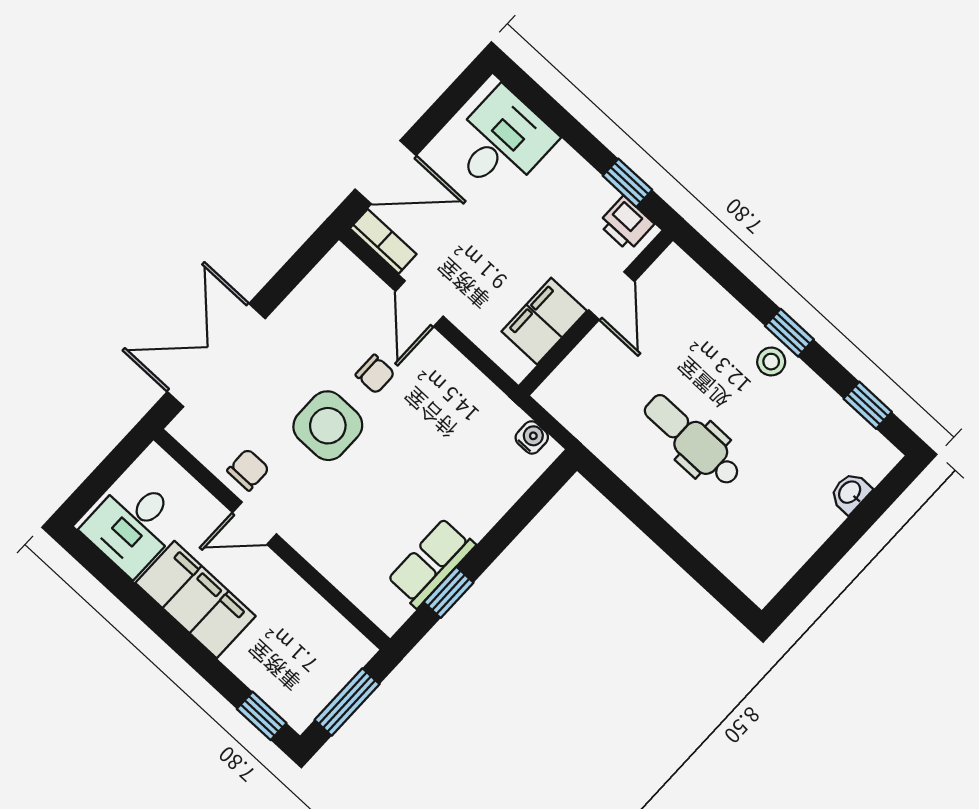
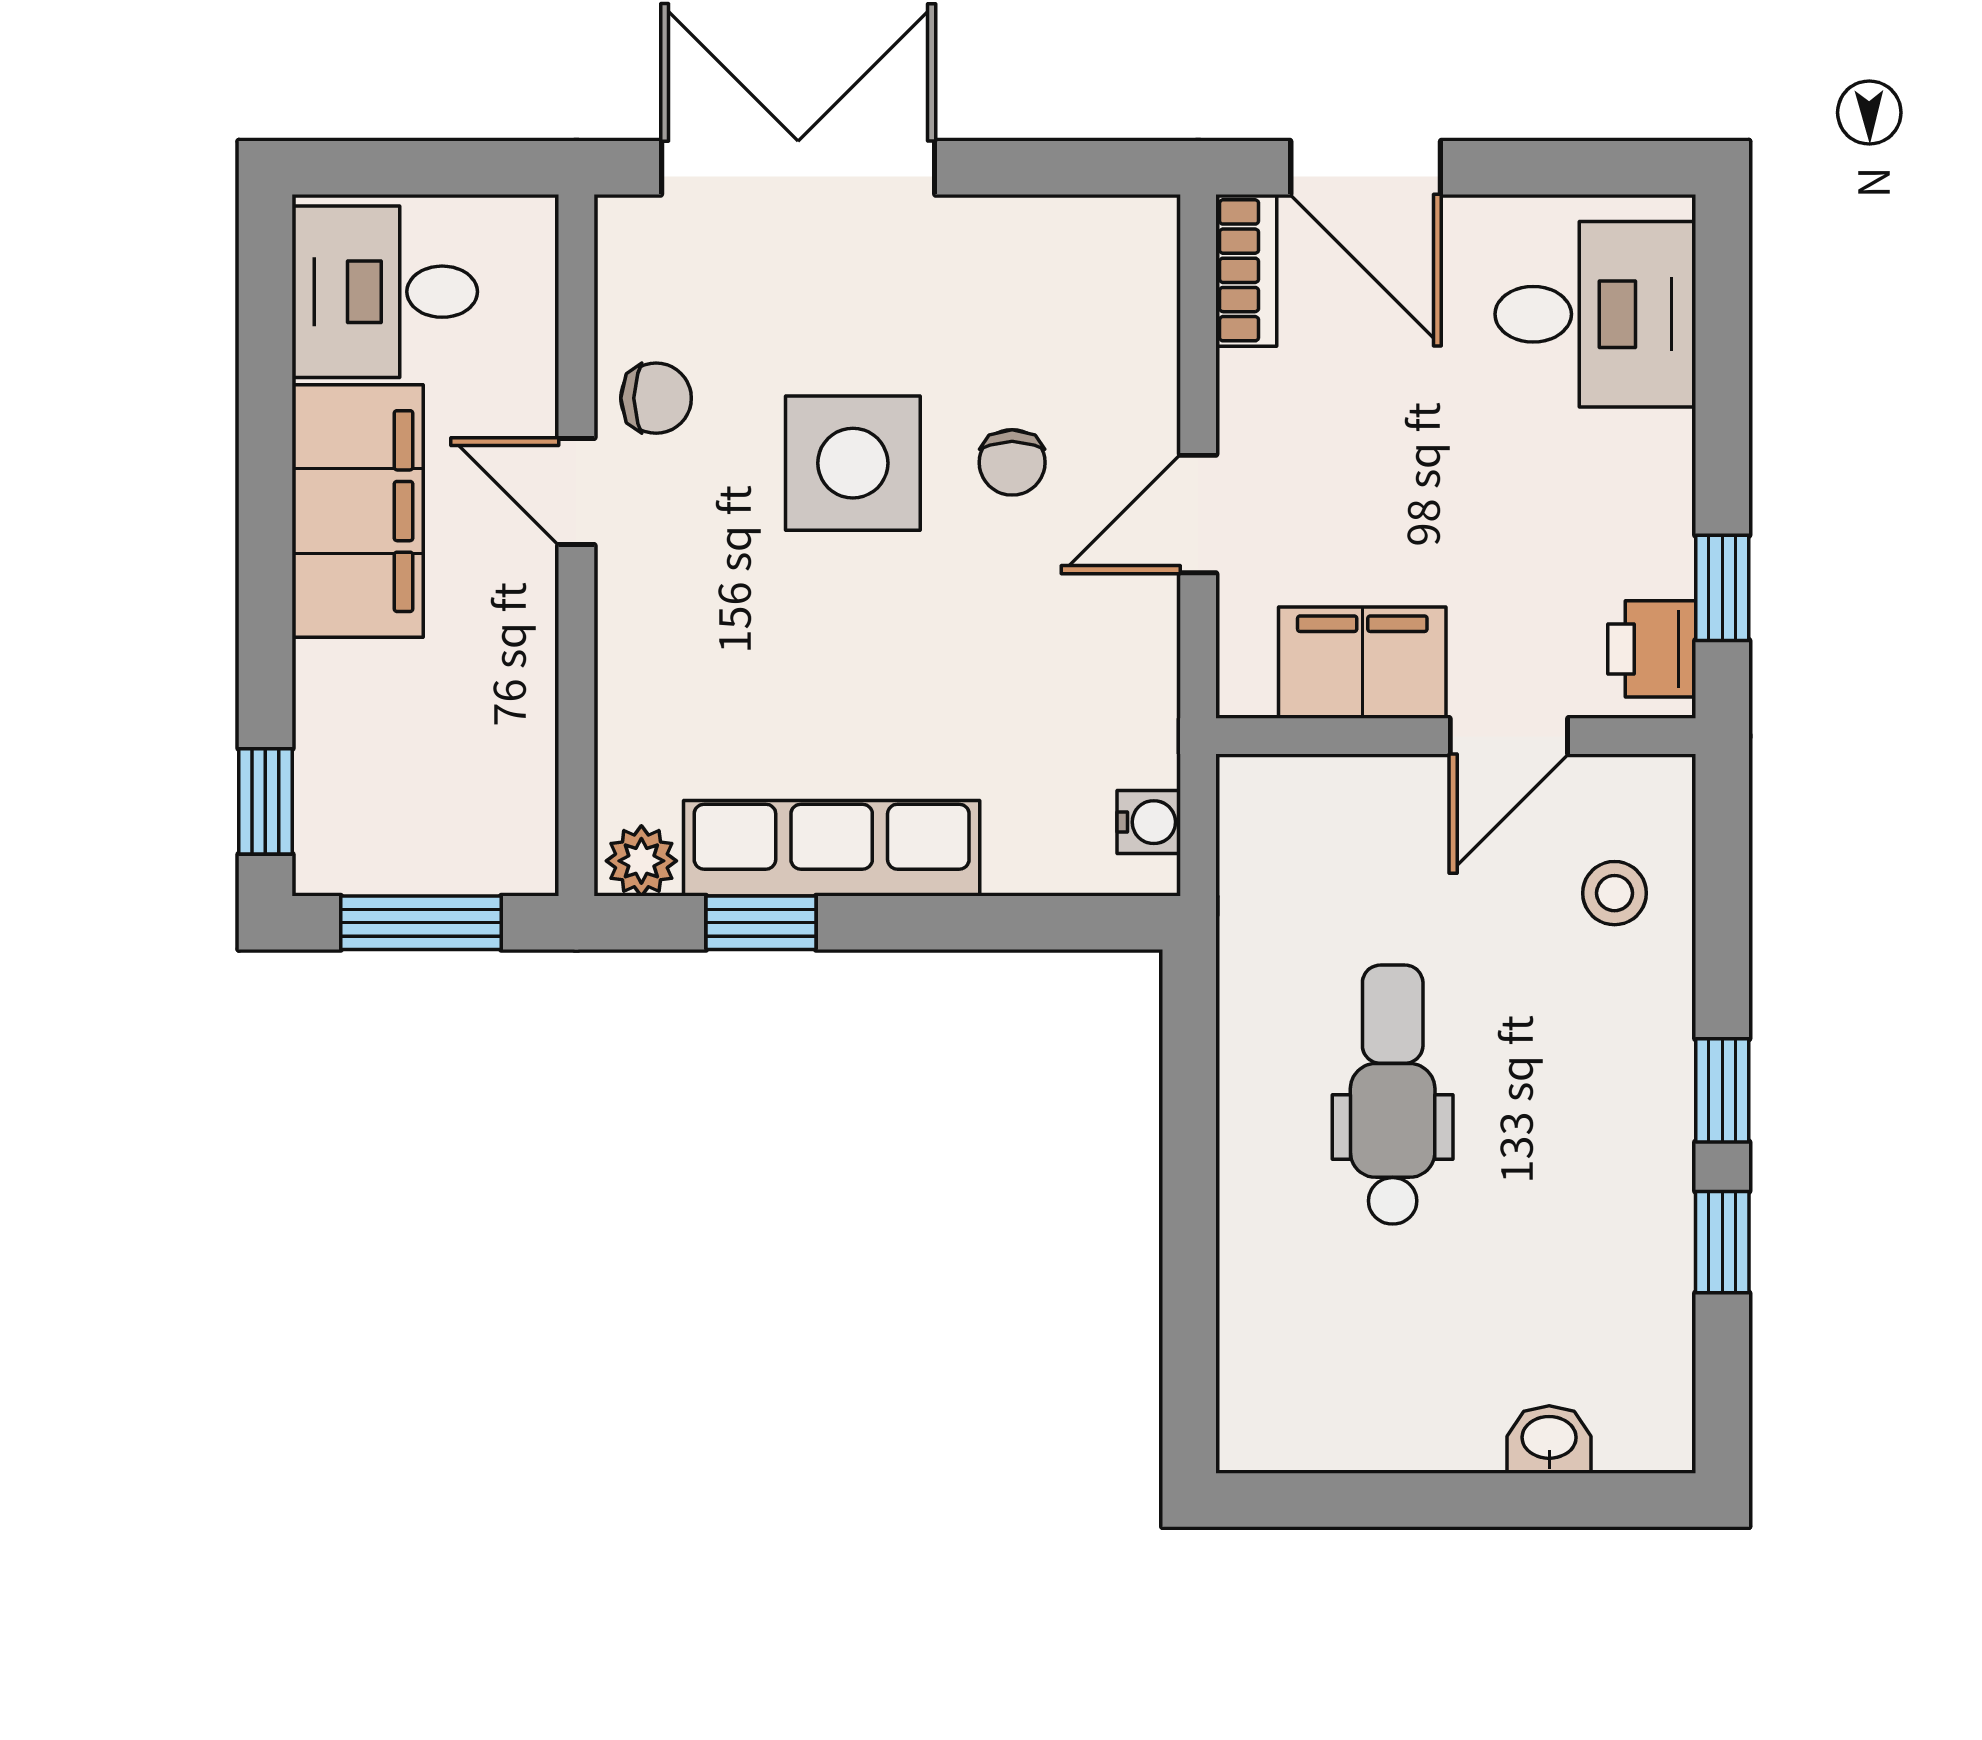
door: (419, 304) -> (1198, 514), moved
stool: (771, 362) -> (1615, 893), moved
window: (868, 405) -> (1722, 1242), moved
row of seats: (431, 563) -> (832, 848), width x1.48
plant: (393, 613) -> (641, 861), added

